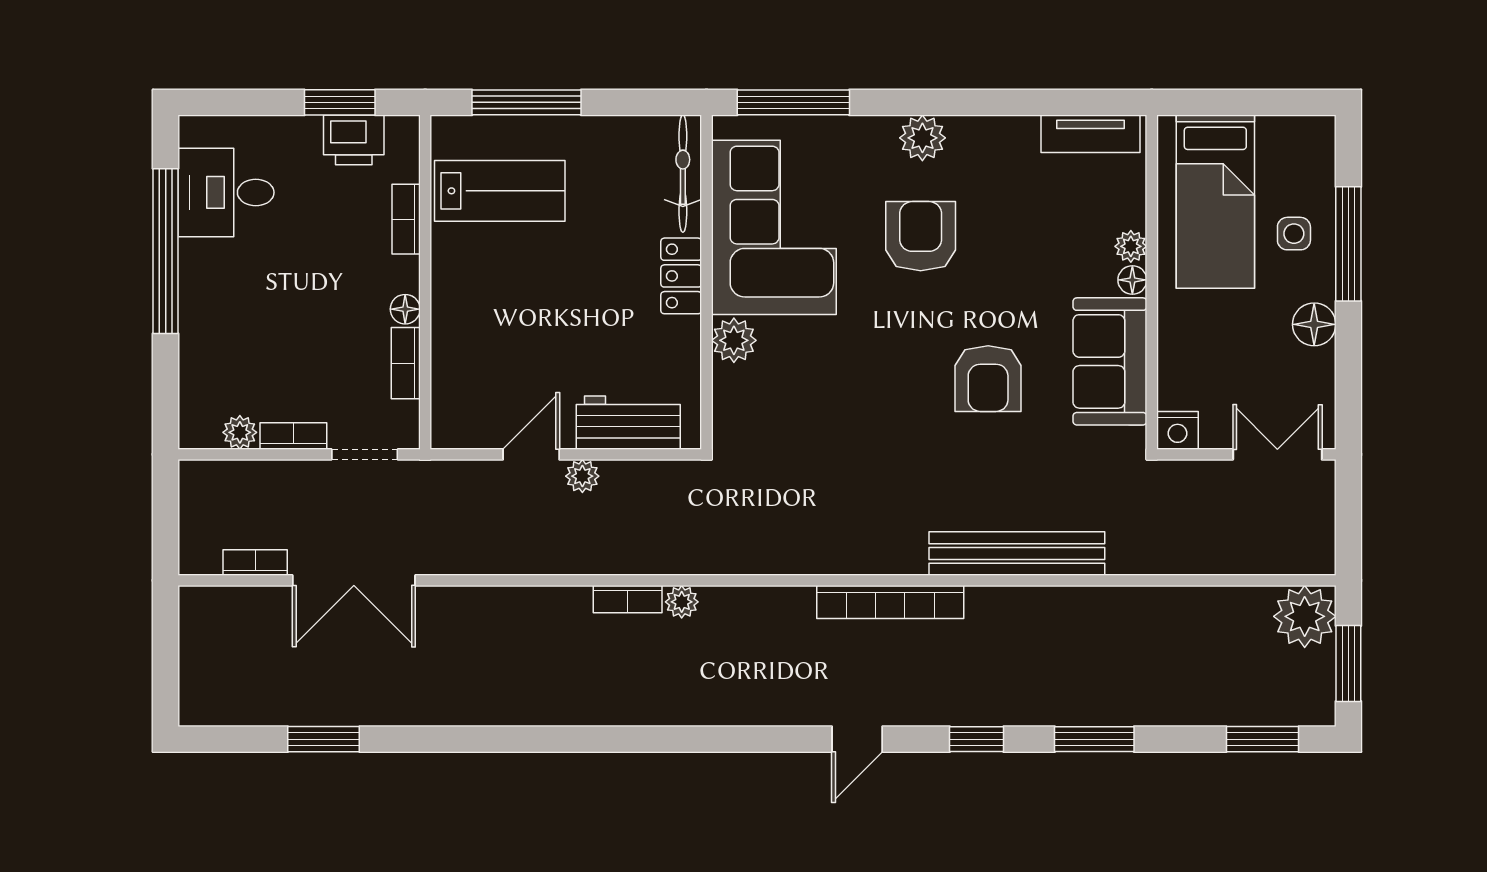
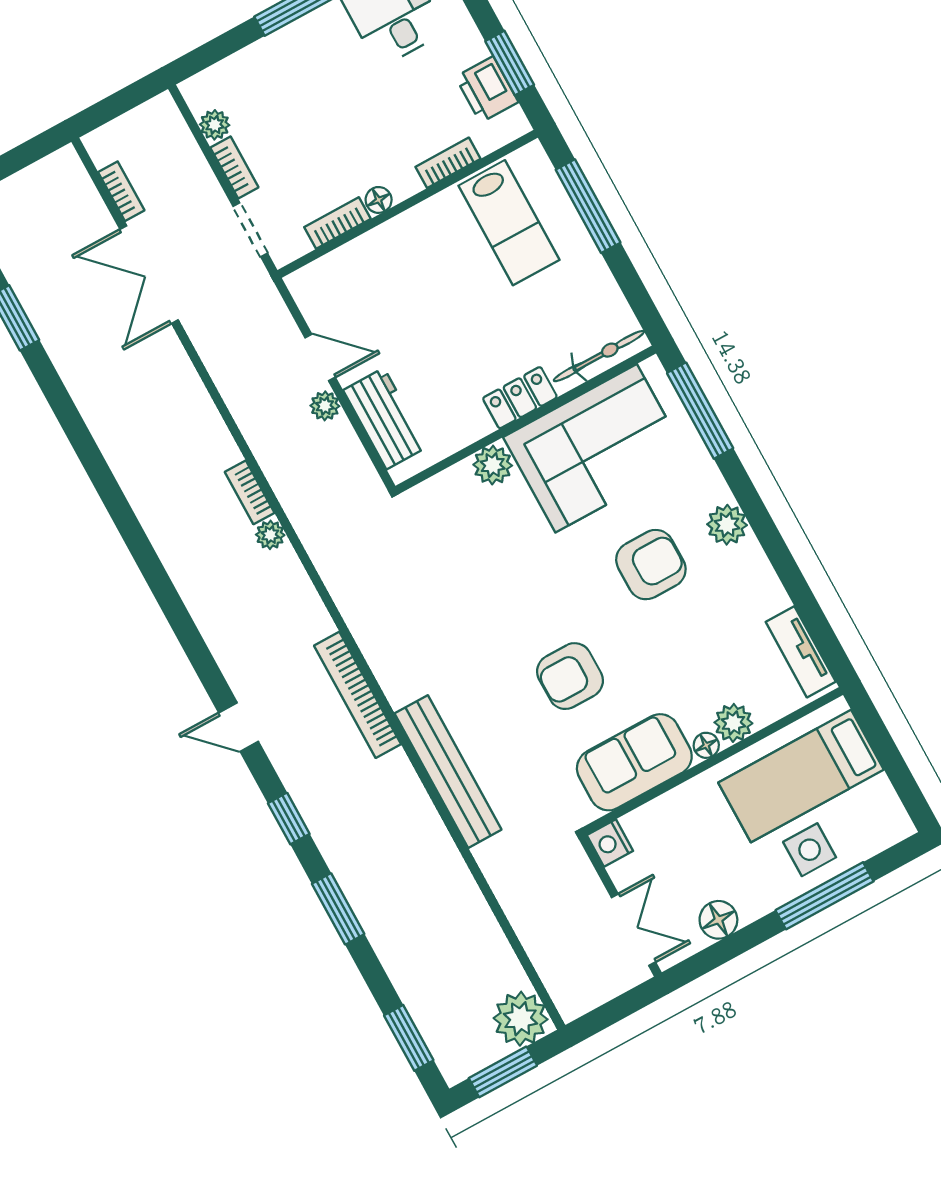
side table: (1294, 234) -> (810, 850), width x1.37, depth x1.37
plant: (1131, 246) -> (733, 723), width x1.38, depth x1.38
floor lamp: (1314, 324) -> (718, 920), moved

